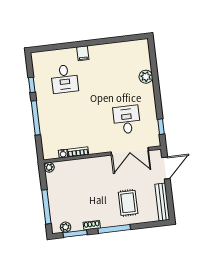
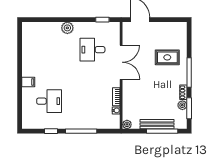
plant: (146, 77) -> (67, 28), moved
double door: (130, 151) -> (121, 62), moved
bench: (162, 202) -> (157, 124), moved
plant: (66, 227) -> (182, 105), moved

